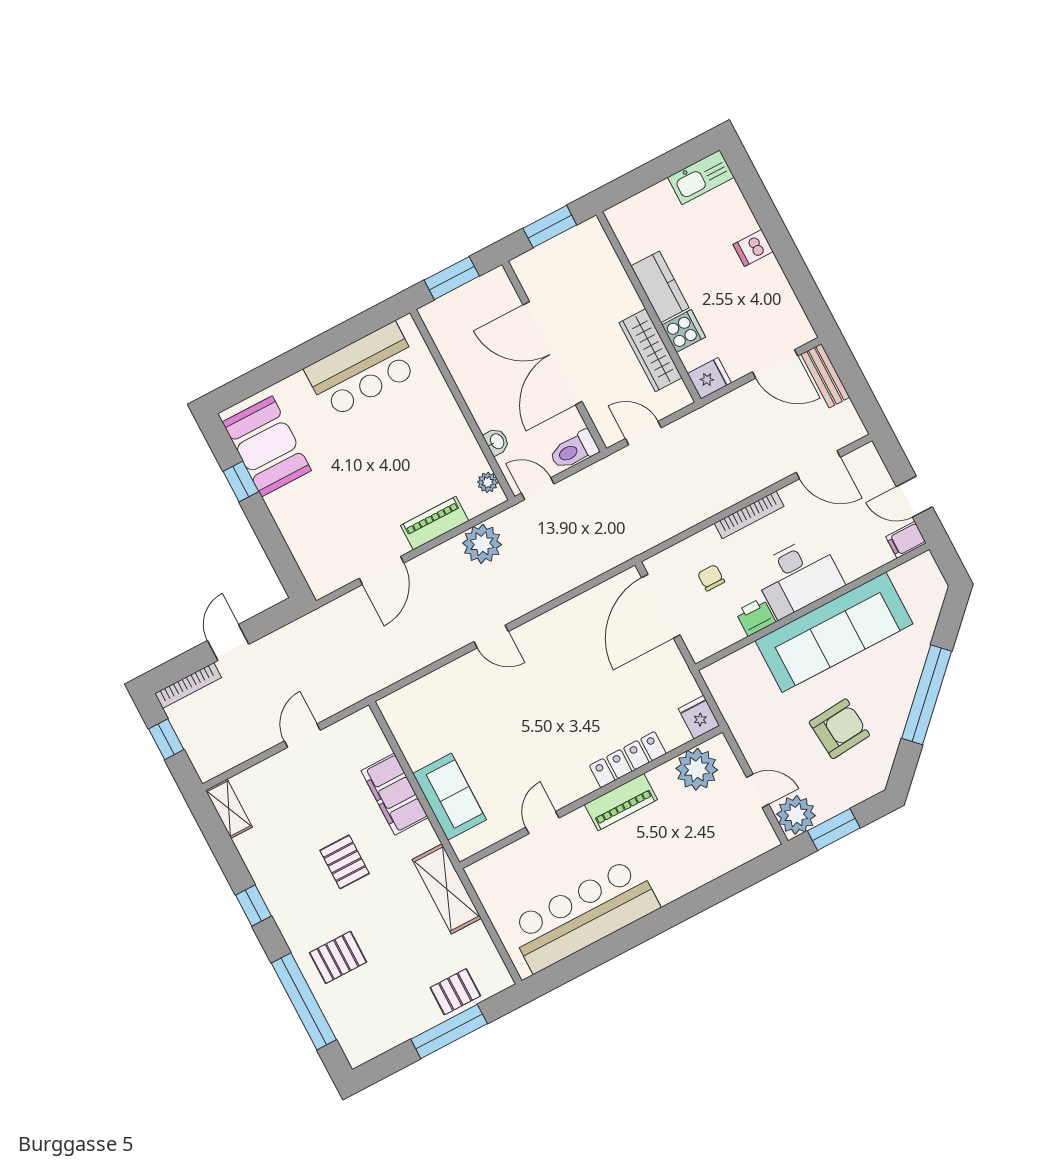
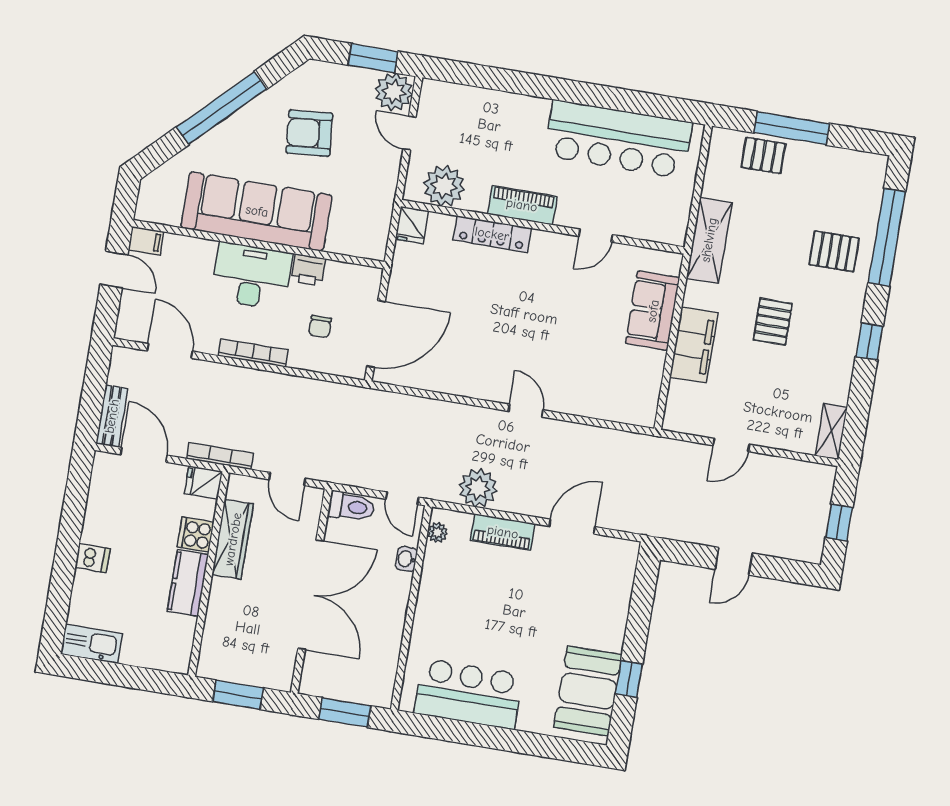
bookcase: (188, 685) -> (220, 456), moved

